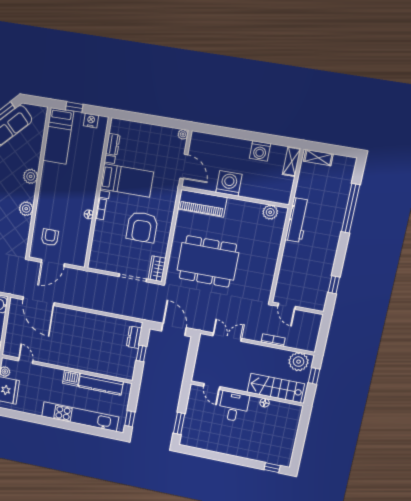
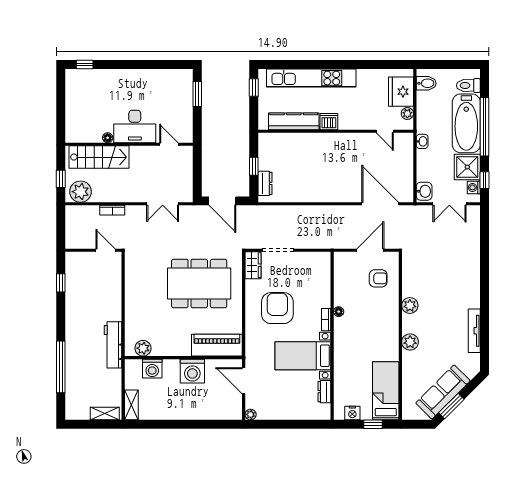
washing machine: (260, 151) -> (152, 369), moved, turned 180
armchair: (50, 237) -> (378, 278), turned -90
desk: (234, 406) -> (135, 126), width x1.37

